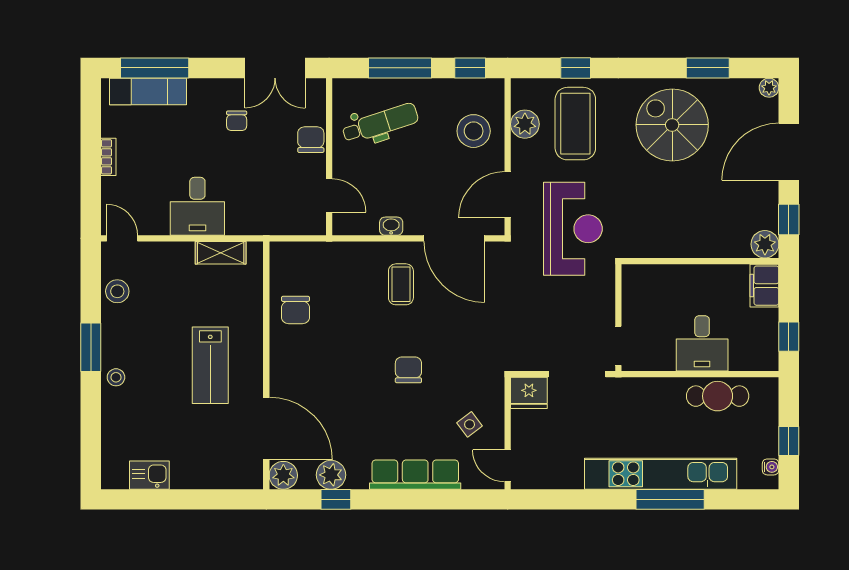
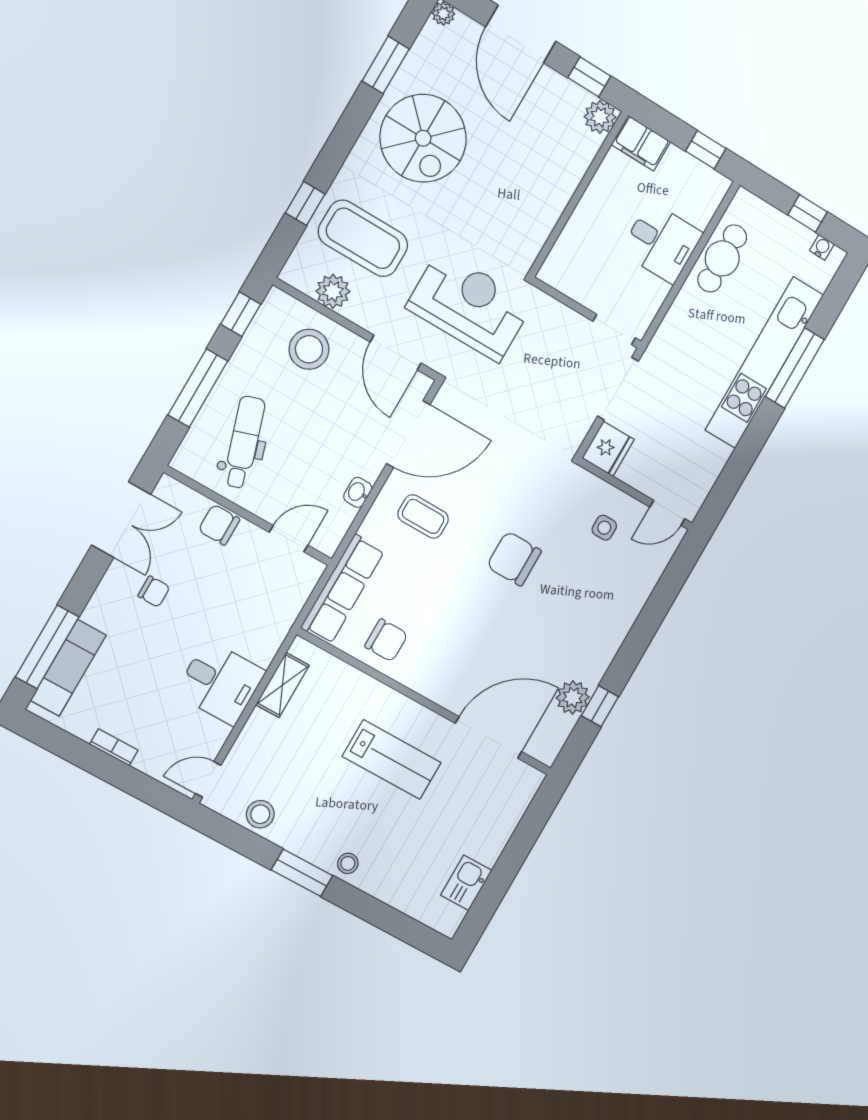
spiral stairs: (672, 125) -> (423, 138), turned -90
chair: (408, 370) -> (514, 559), width x1.37, depth x1.37
side table: (470, 424) -> (604, 528), turned 37
plant: (283, 475) -> (545, 746), removed
row of seats: (415, 475) -> (343, 589), moved, turned 180

